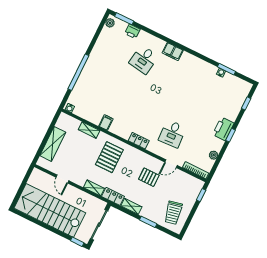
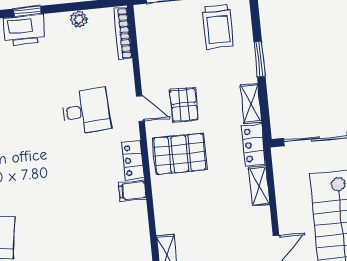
filing cabinet: (106, 123) -> (132, 191), moved
pallet: (109, 157) -> (180, 154), moved
door: (171, 164) -> (140, 109), moved
trolley: (173, 213) -> (218, 27), turned 102

